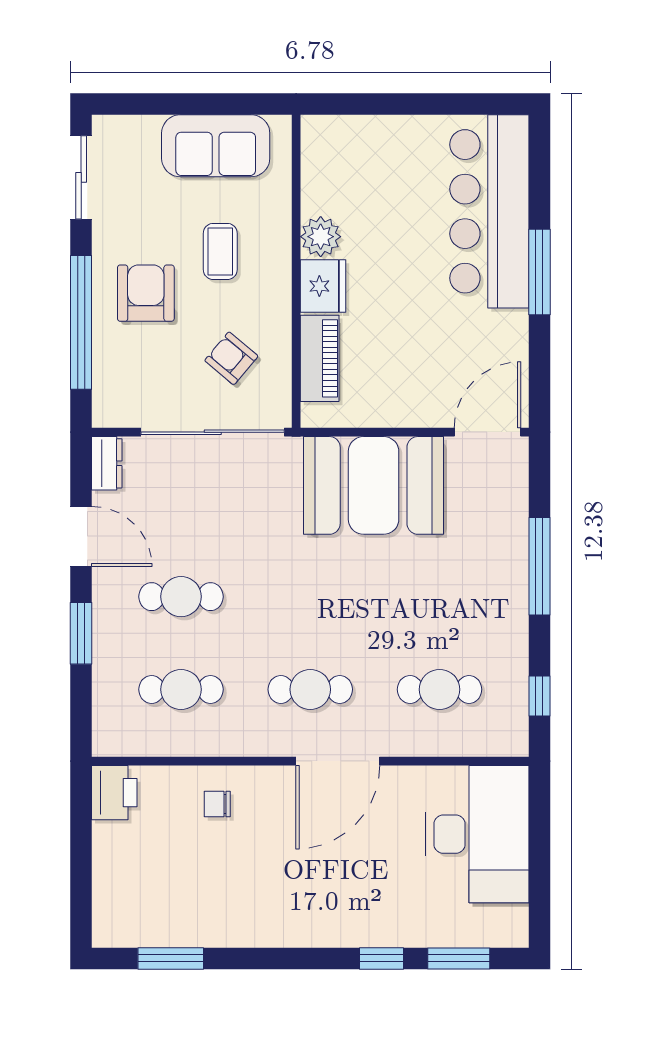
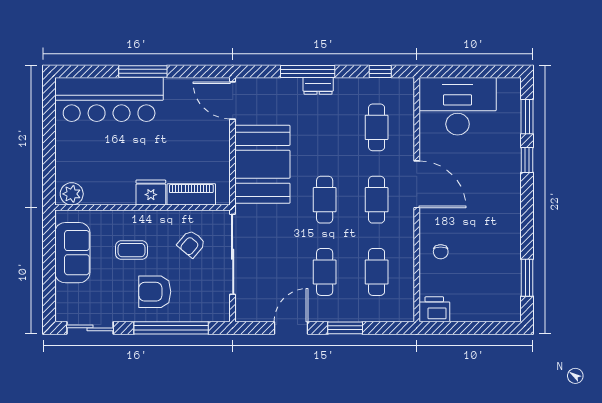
plant: (321, 237) -> (72, 194), moved
dresser: (107, 463) -> (318, 86), moved, turned 180
cafe table: (310, 597) -> (325, 200), added

